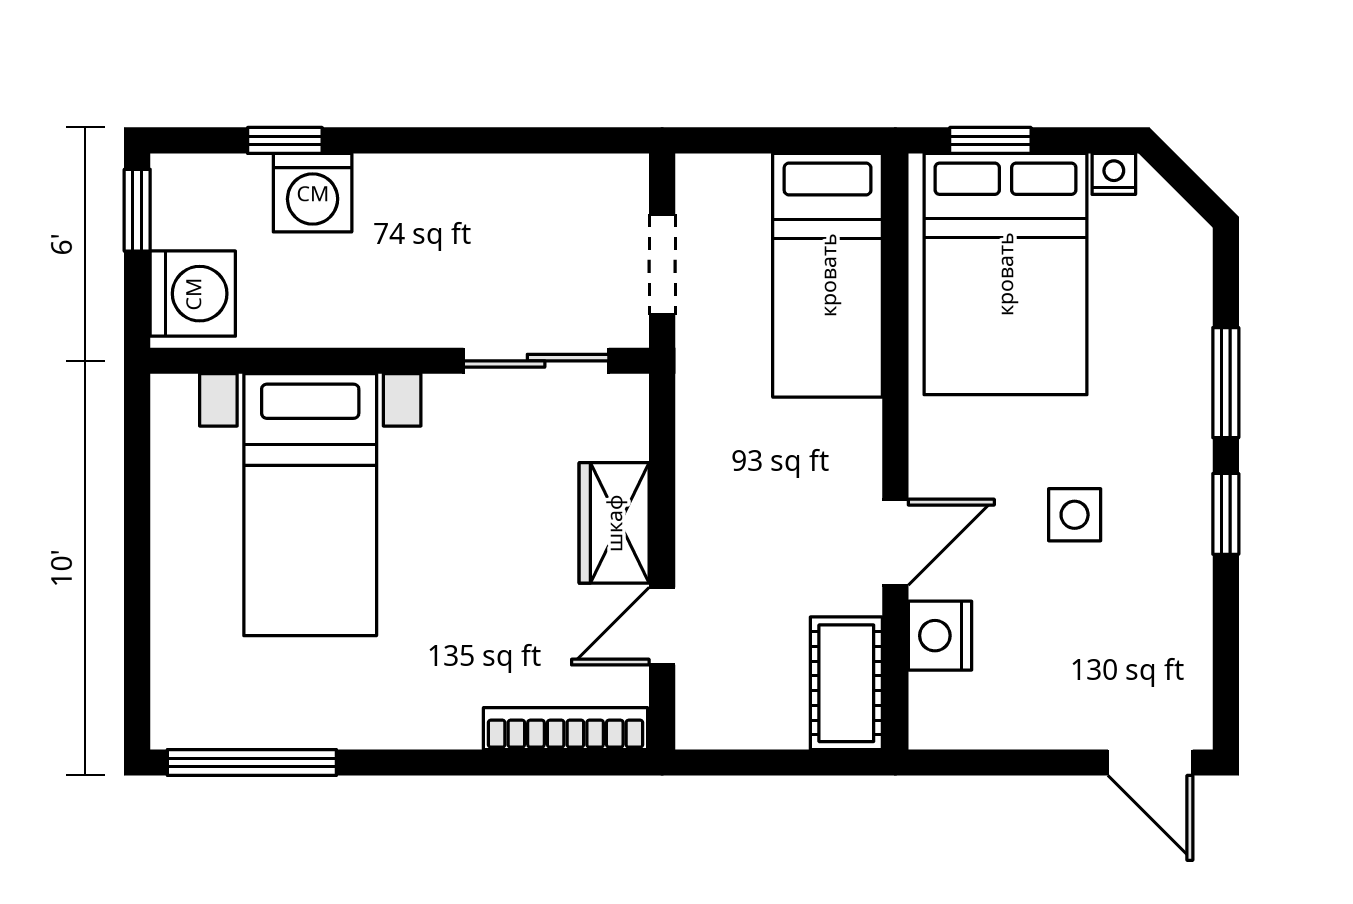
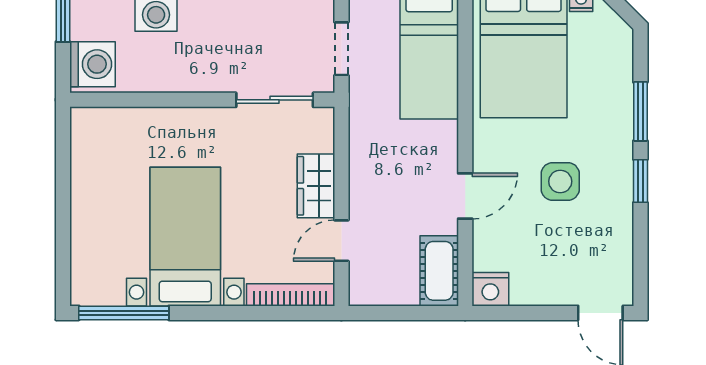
bed with nightstands: (310, 505) -> (185, 237), moved, turned 180
side table: (1075, 515) -> (560, 181), width x1.37, depth x1.37
nightstand: (940, 636) -> (490, 289), moved, turned -90

